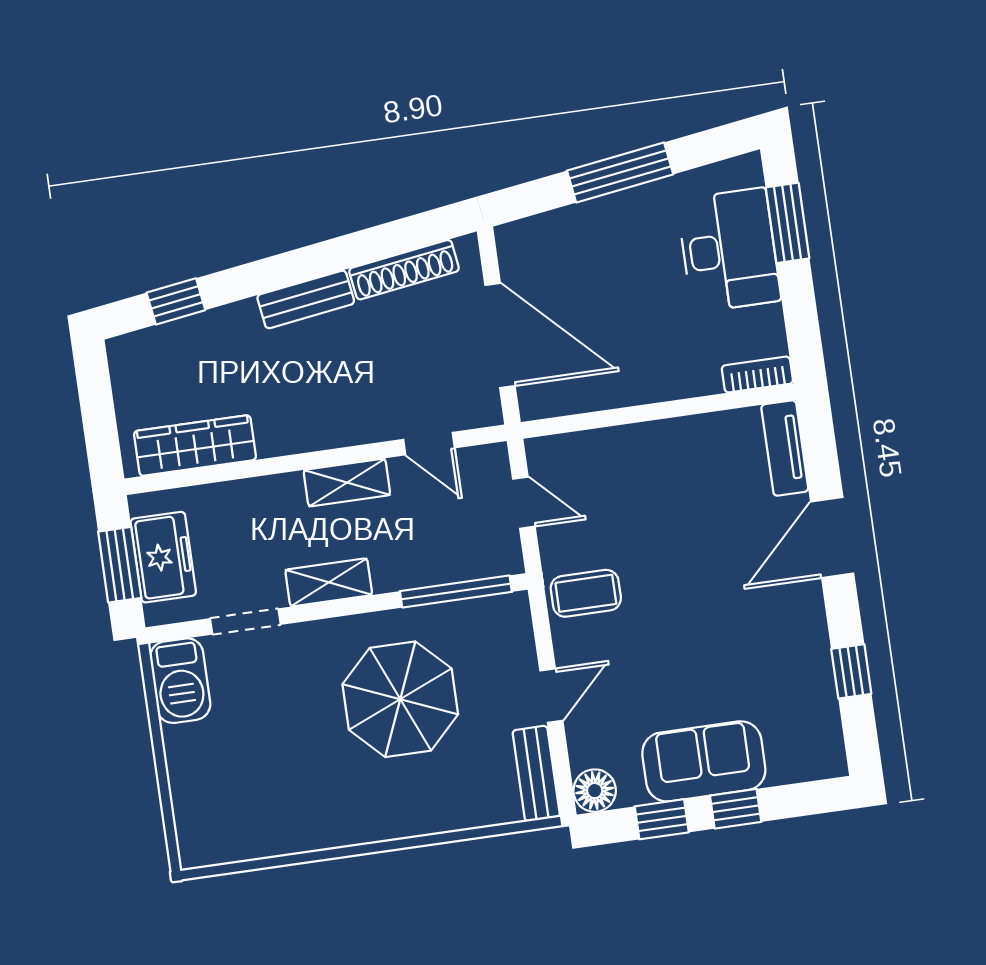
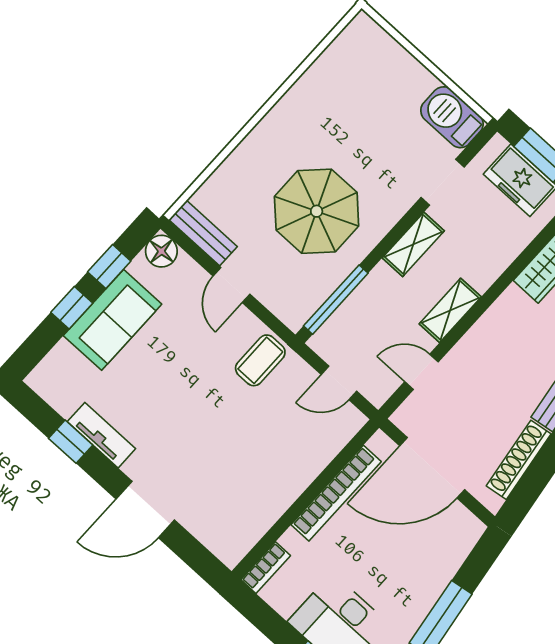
bookcase: (621, 391) -> (336, 493), added
tv unit: (785, 448) -> (101, 435), moved
door: (832, 537) -> (145, 510), swing flipped

